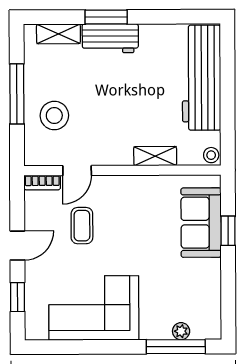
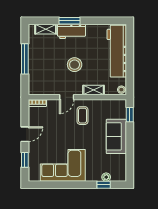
stool: (54, 116) -> (75, 65), moved
door: (77, 171) -> (67, 97), moved
sofa: (201, 223) -> (116, 136), moved
coffee table: (82, 226) -> (83, 116), moved
window: (228, 231) -> (130, 115), moved
window: (176, 347) -> (104, 185), width x0.46

